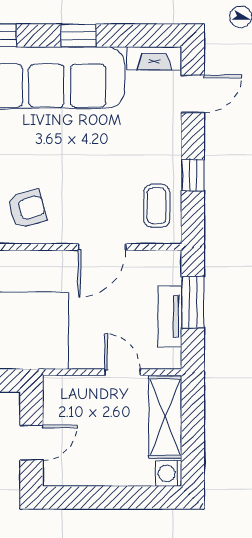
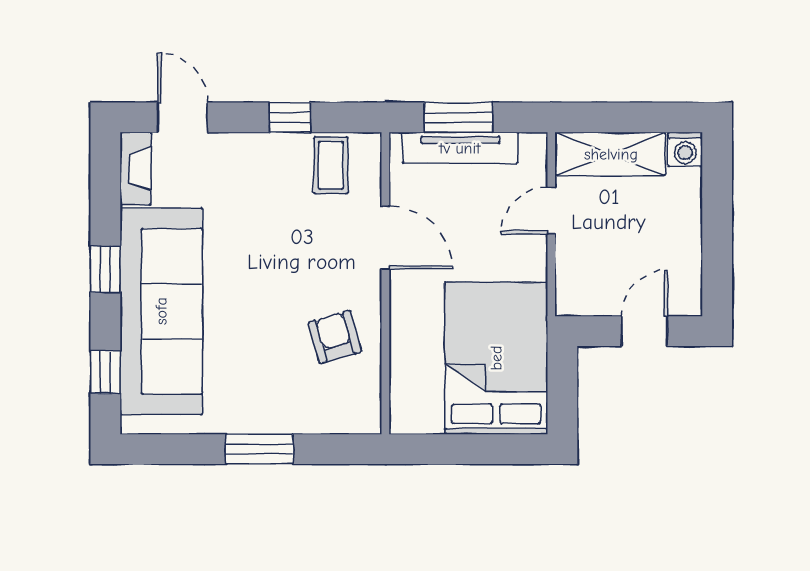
coffee table: (157, 206) -> (331, 165), turned 90
tv unit: (170, 316) -> (460, 148), width x1.41
door: (31, 443) -> (644, 331), hinge flipped

